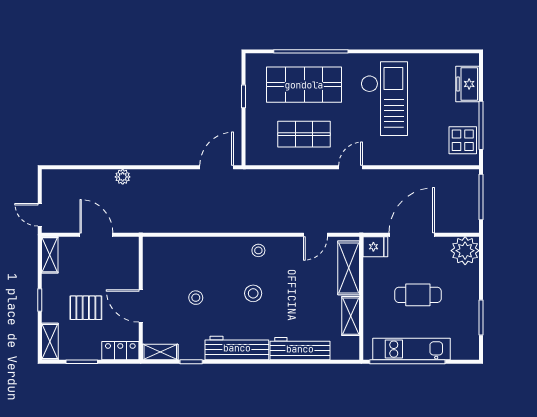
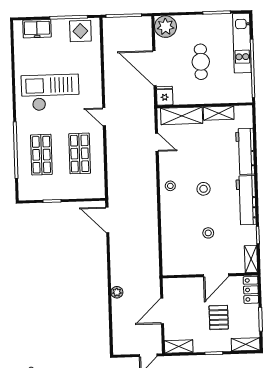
shop shelf: (304, 85) -> (41, 155), width x0.70, depth x0.74
kitchen unit: (412, 349) -> (242, 43), moved

